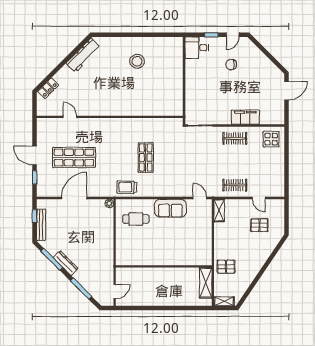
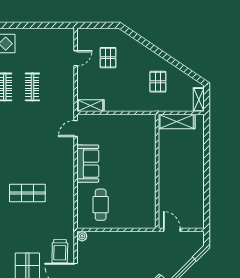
clothes rail: (235, 185) -> (32, 87), moved
trolley: (127, 187) -> (60, 251), moved
pallet: (226, 267) -> (158, 82), moved
door: (115, 292) -> (172, 230), moved

